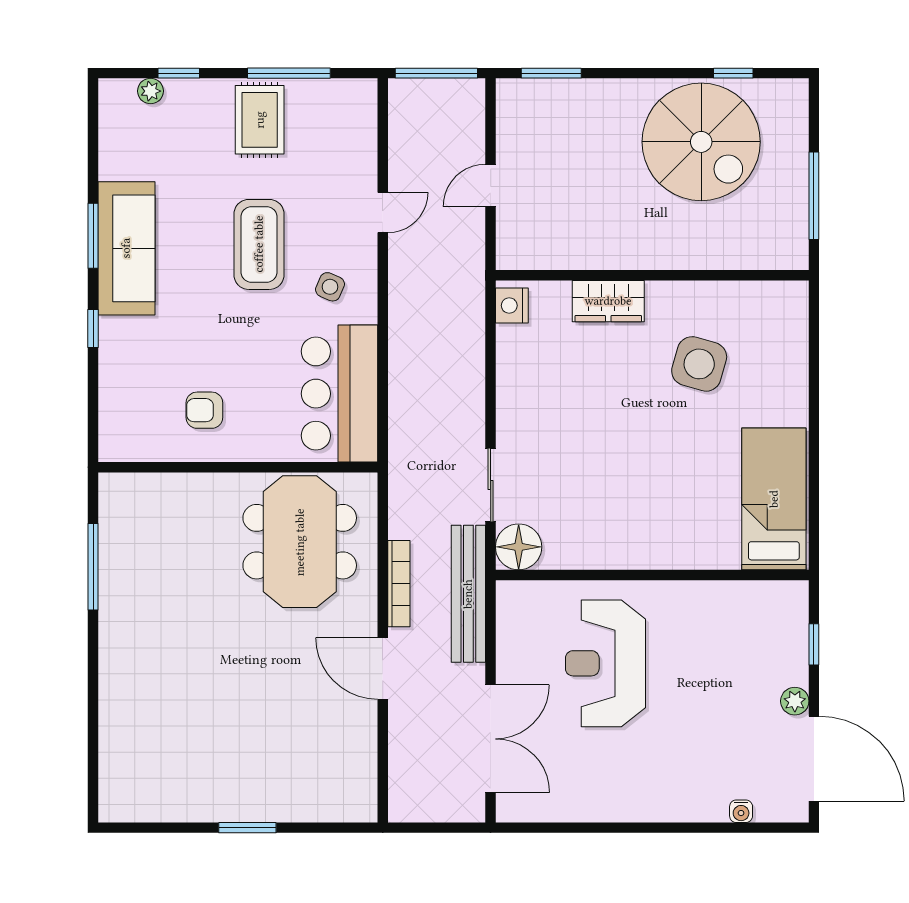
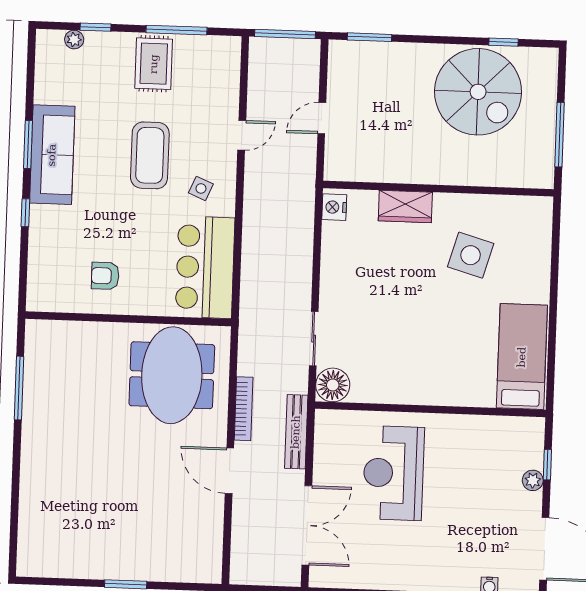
bench: (468, 594) -> (296, 432), width x0.73, depth x0.82
plant: (795, 701) -> (533, 480), moved

